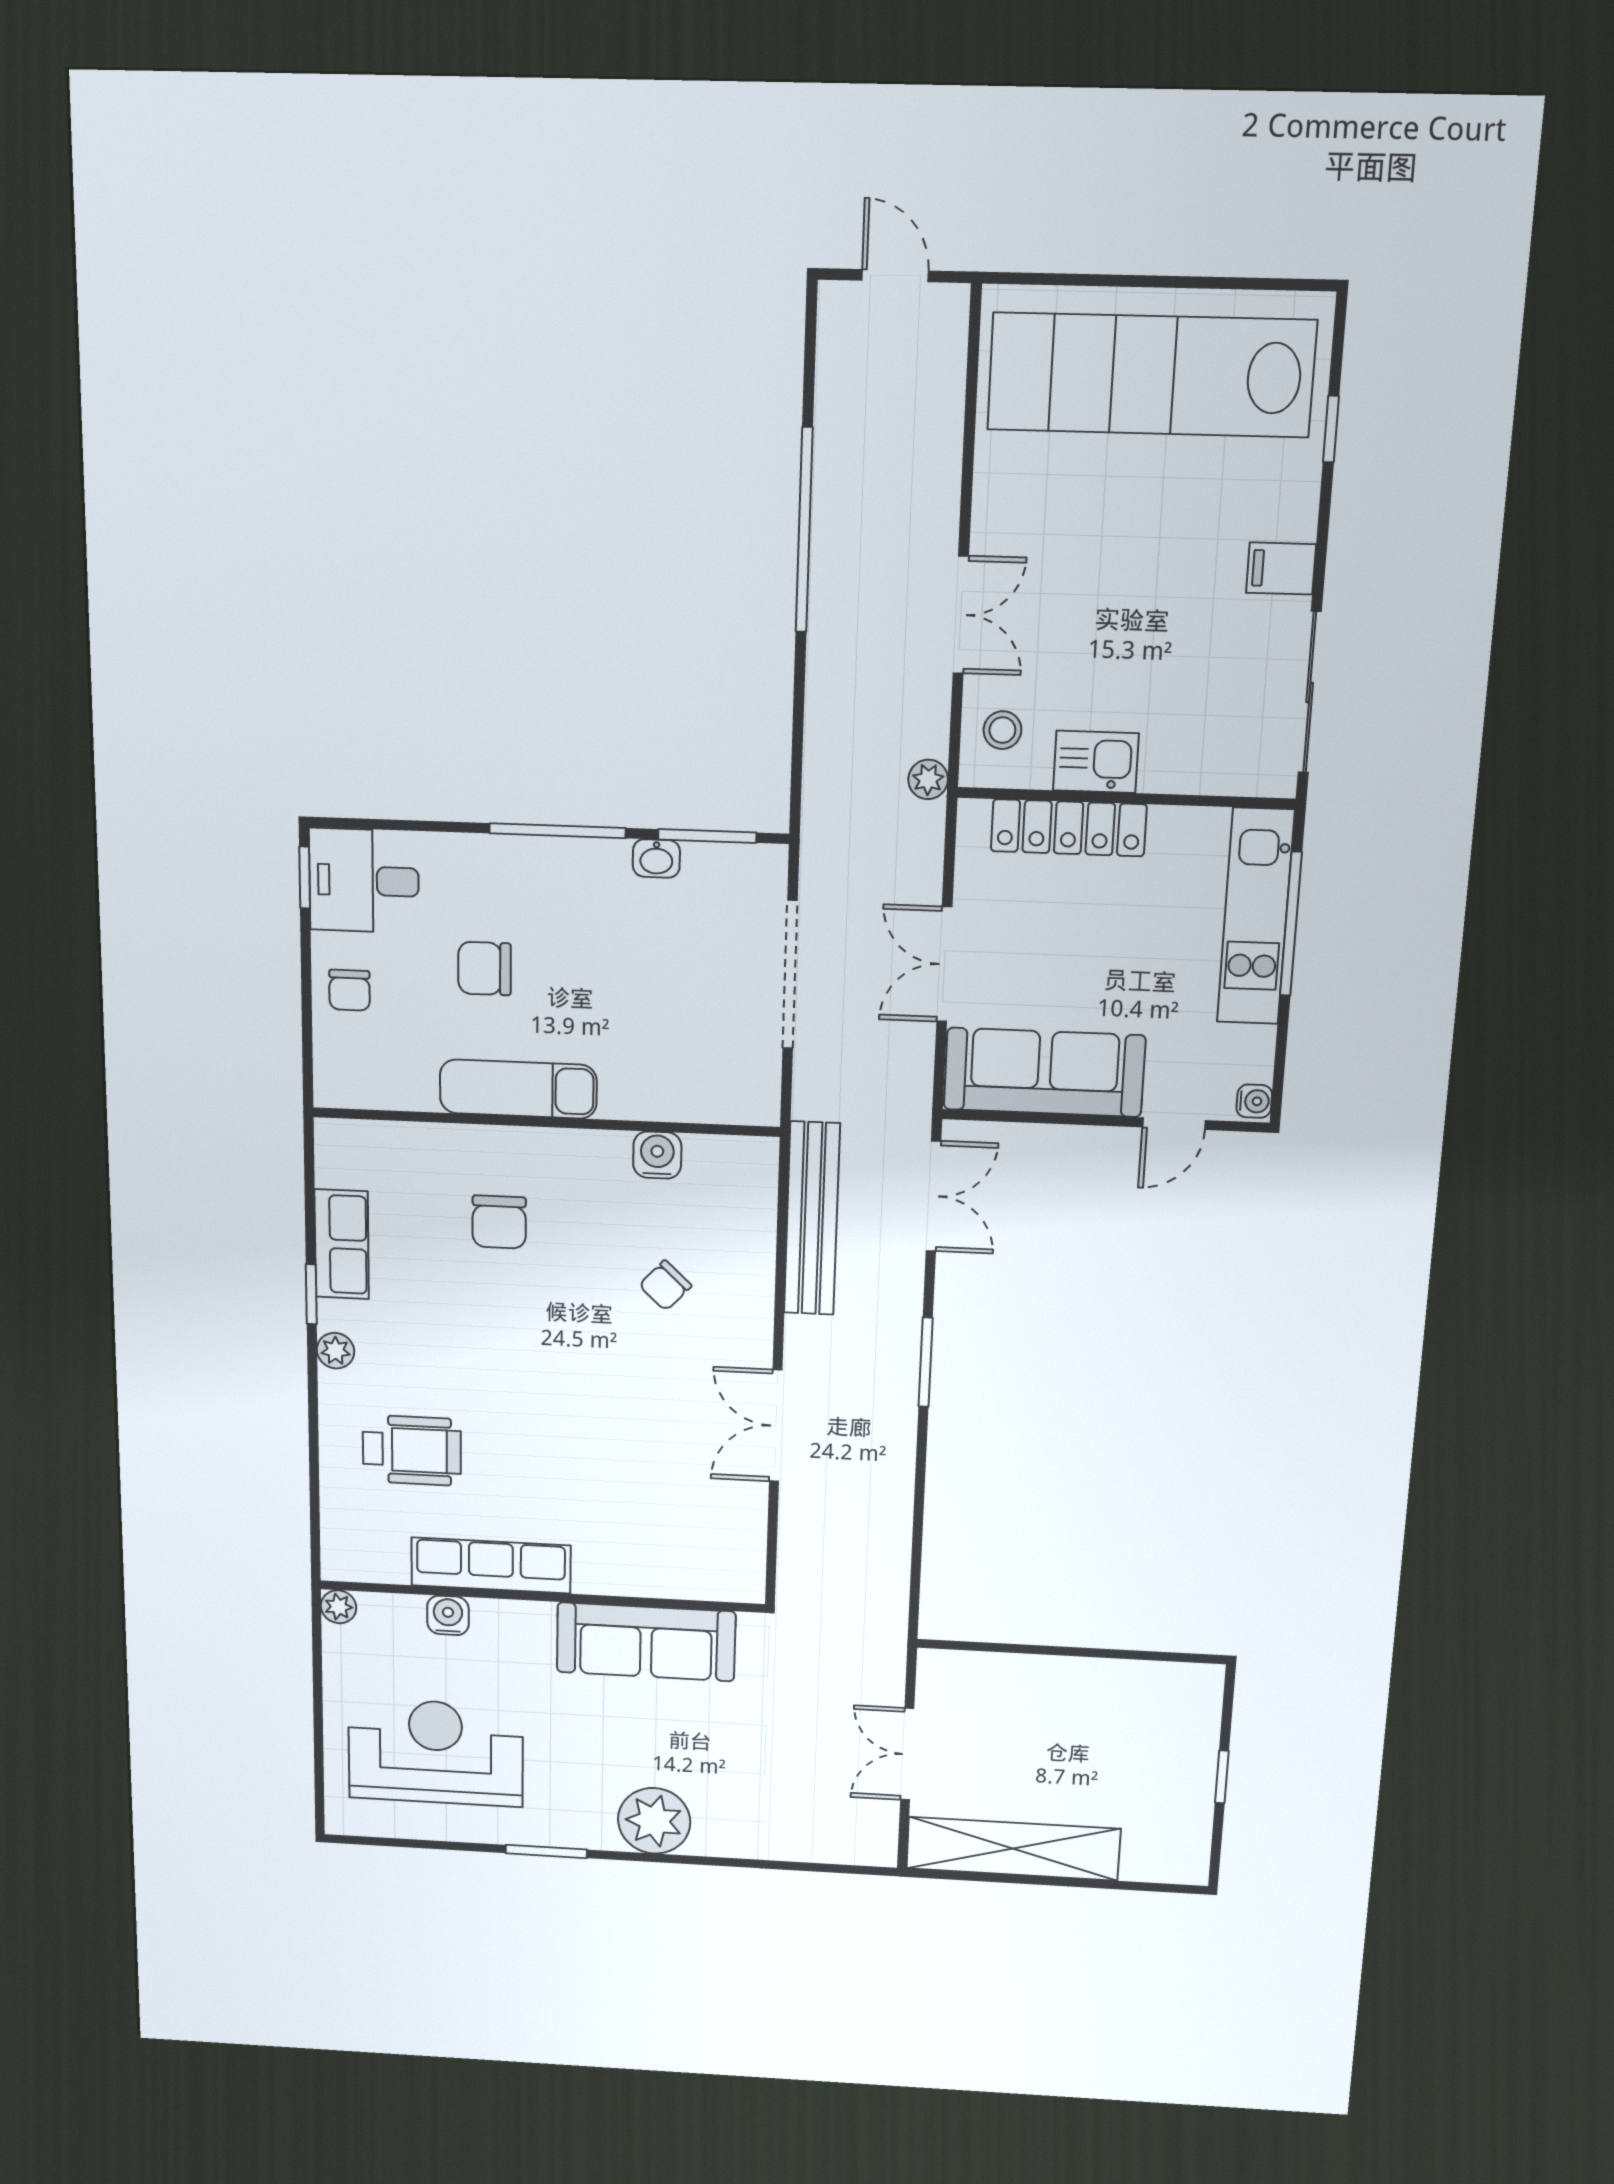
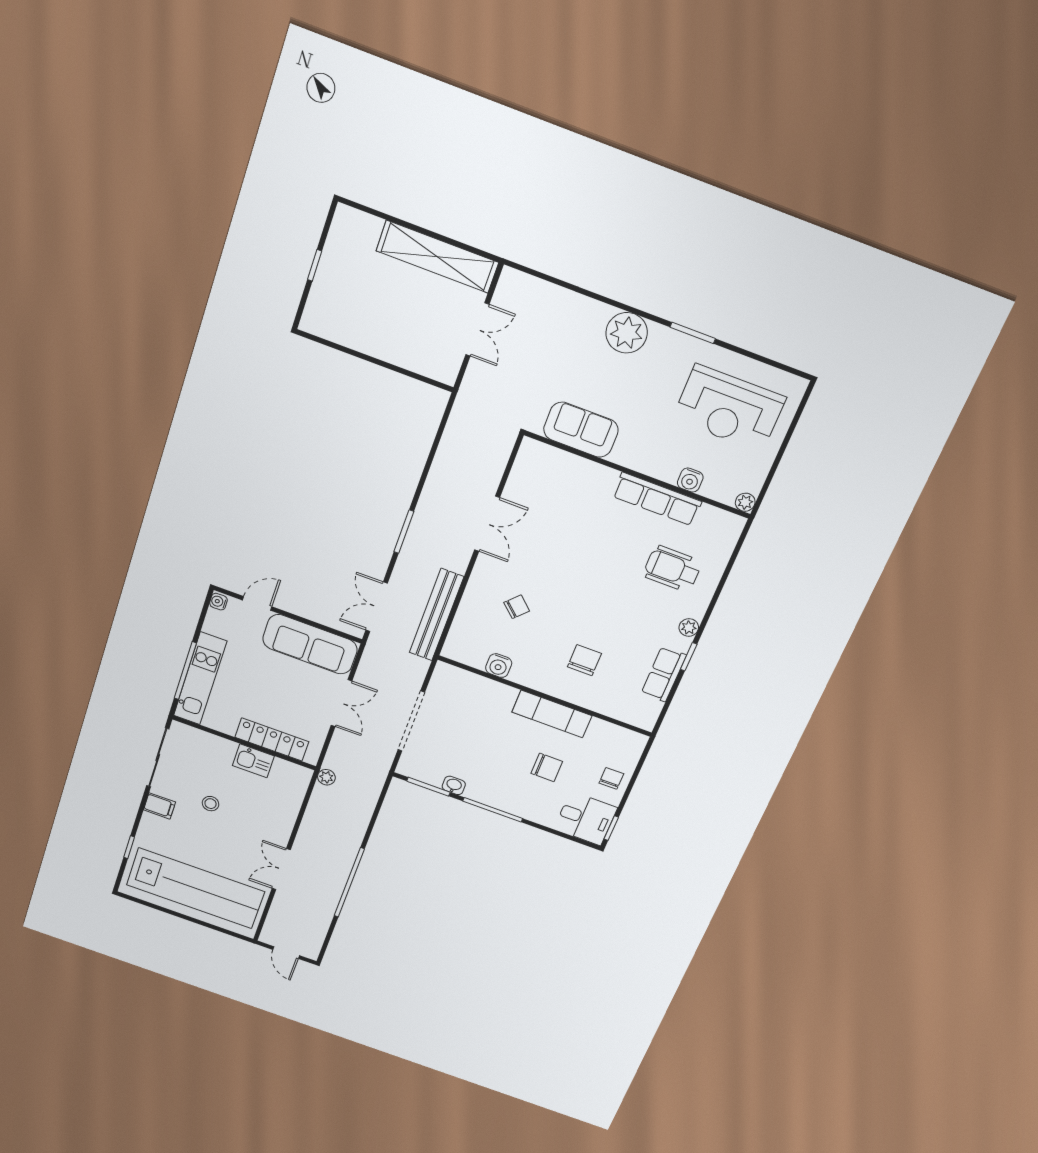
double door: (961, 615) -> (281, 869), moved
stool: (1002, 730) -> (211, 804), moved
sofa: (646, 1642) -> (581, 430), width x0.73

